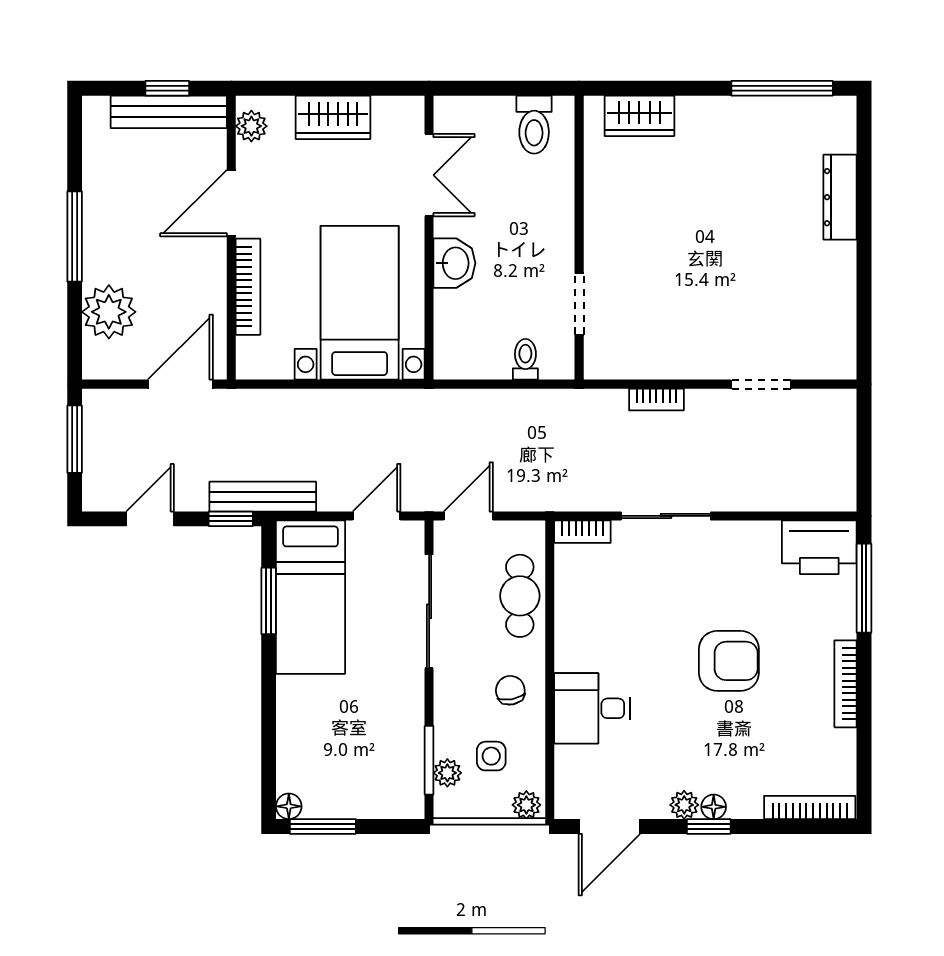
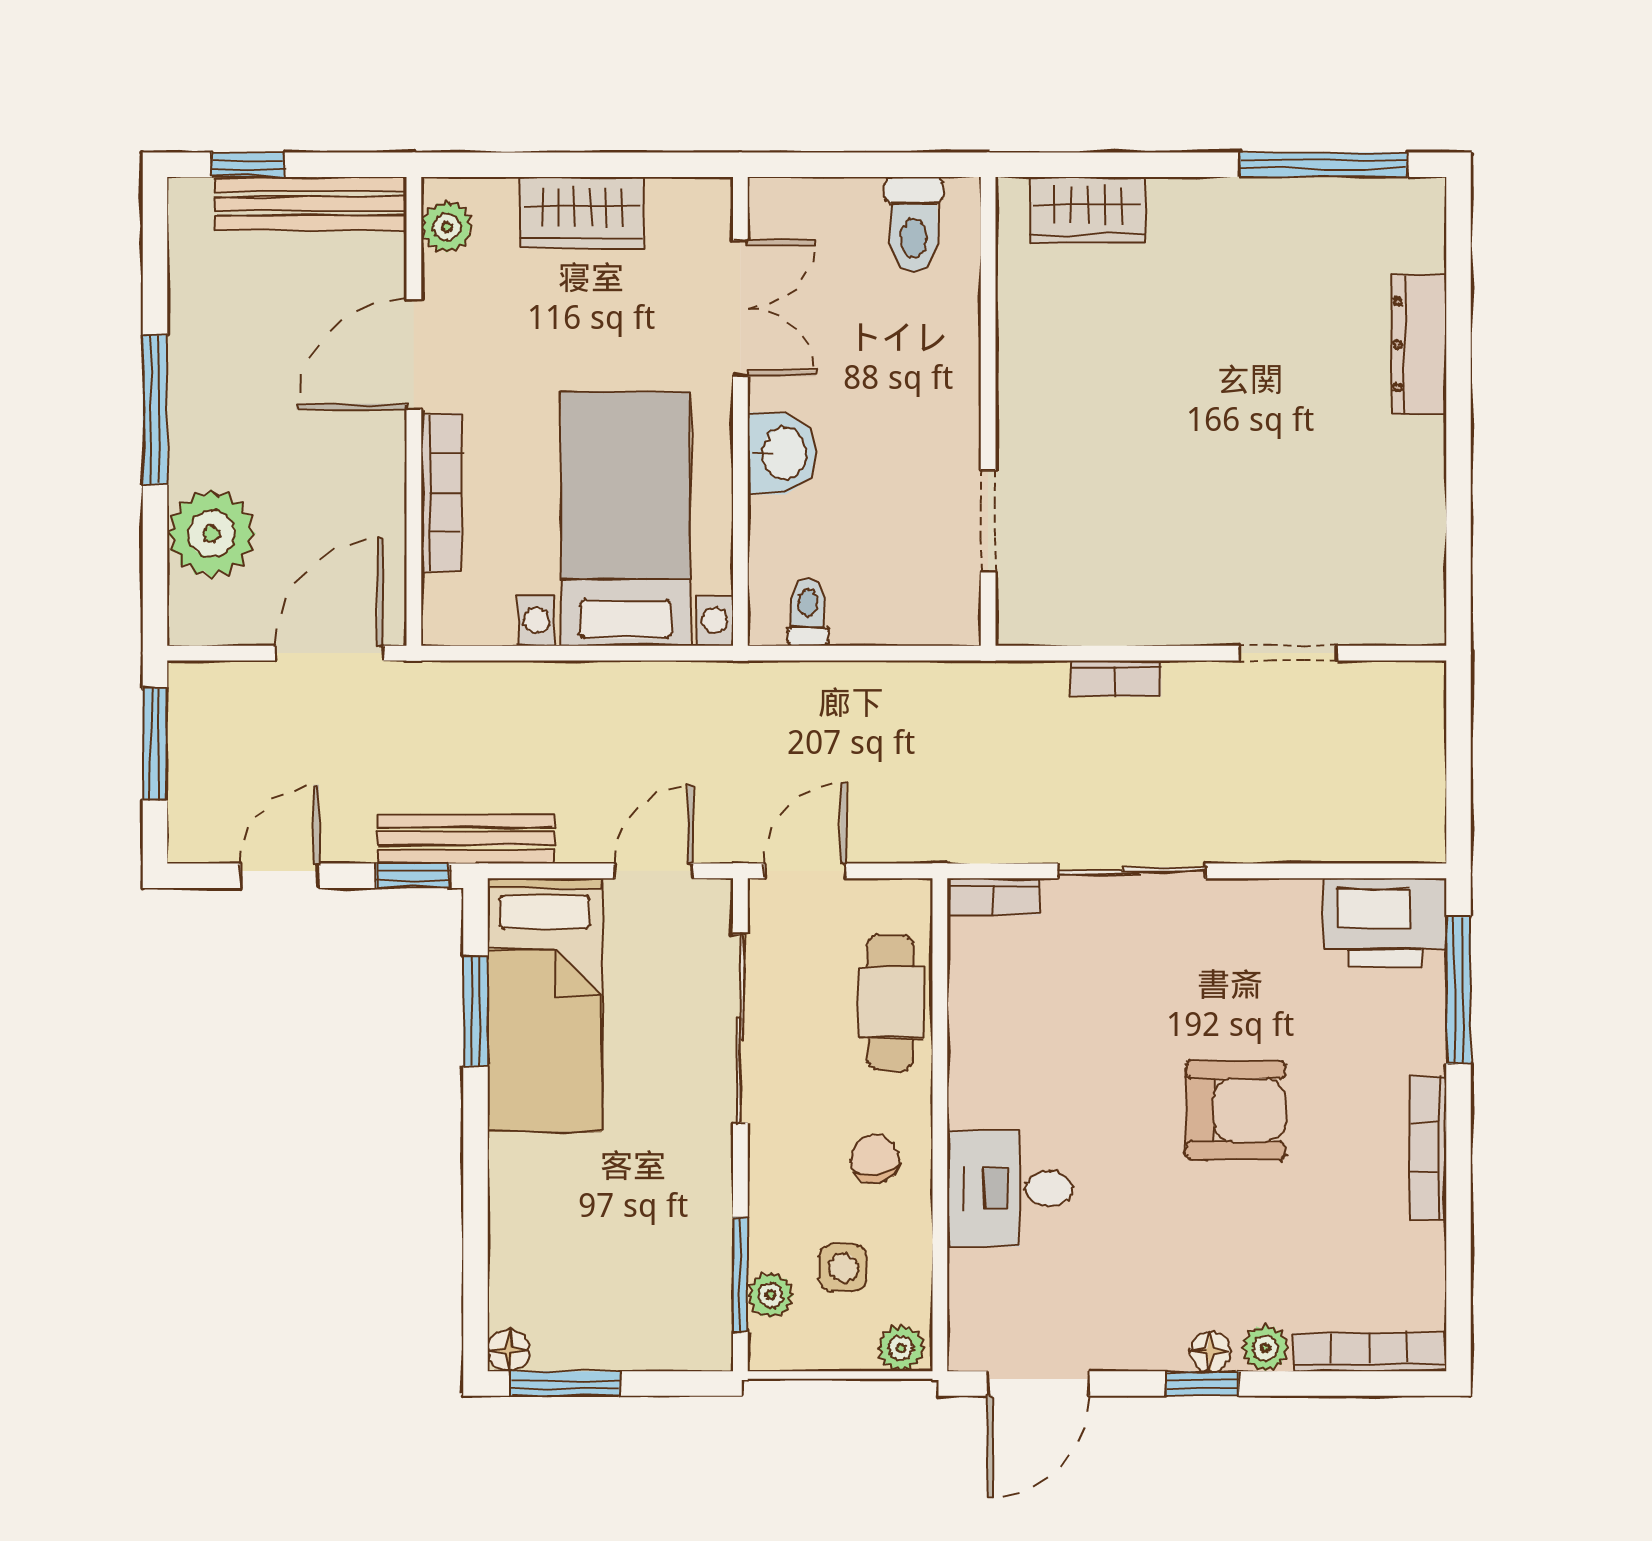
window: (167, 88) -> (248, 165), moved
toilet: (525, 359) -> (808, 612), moved
plant: (684, 805) -> (1265, 1348), moved

